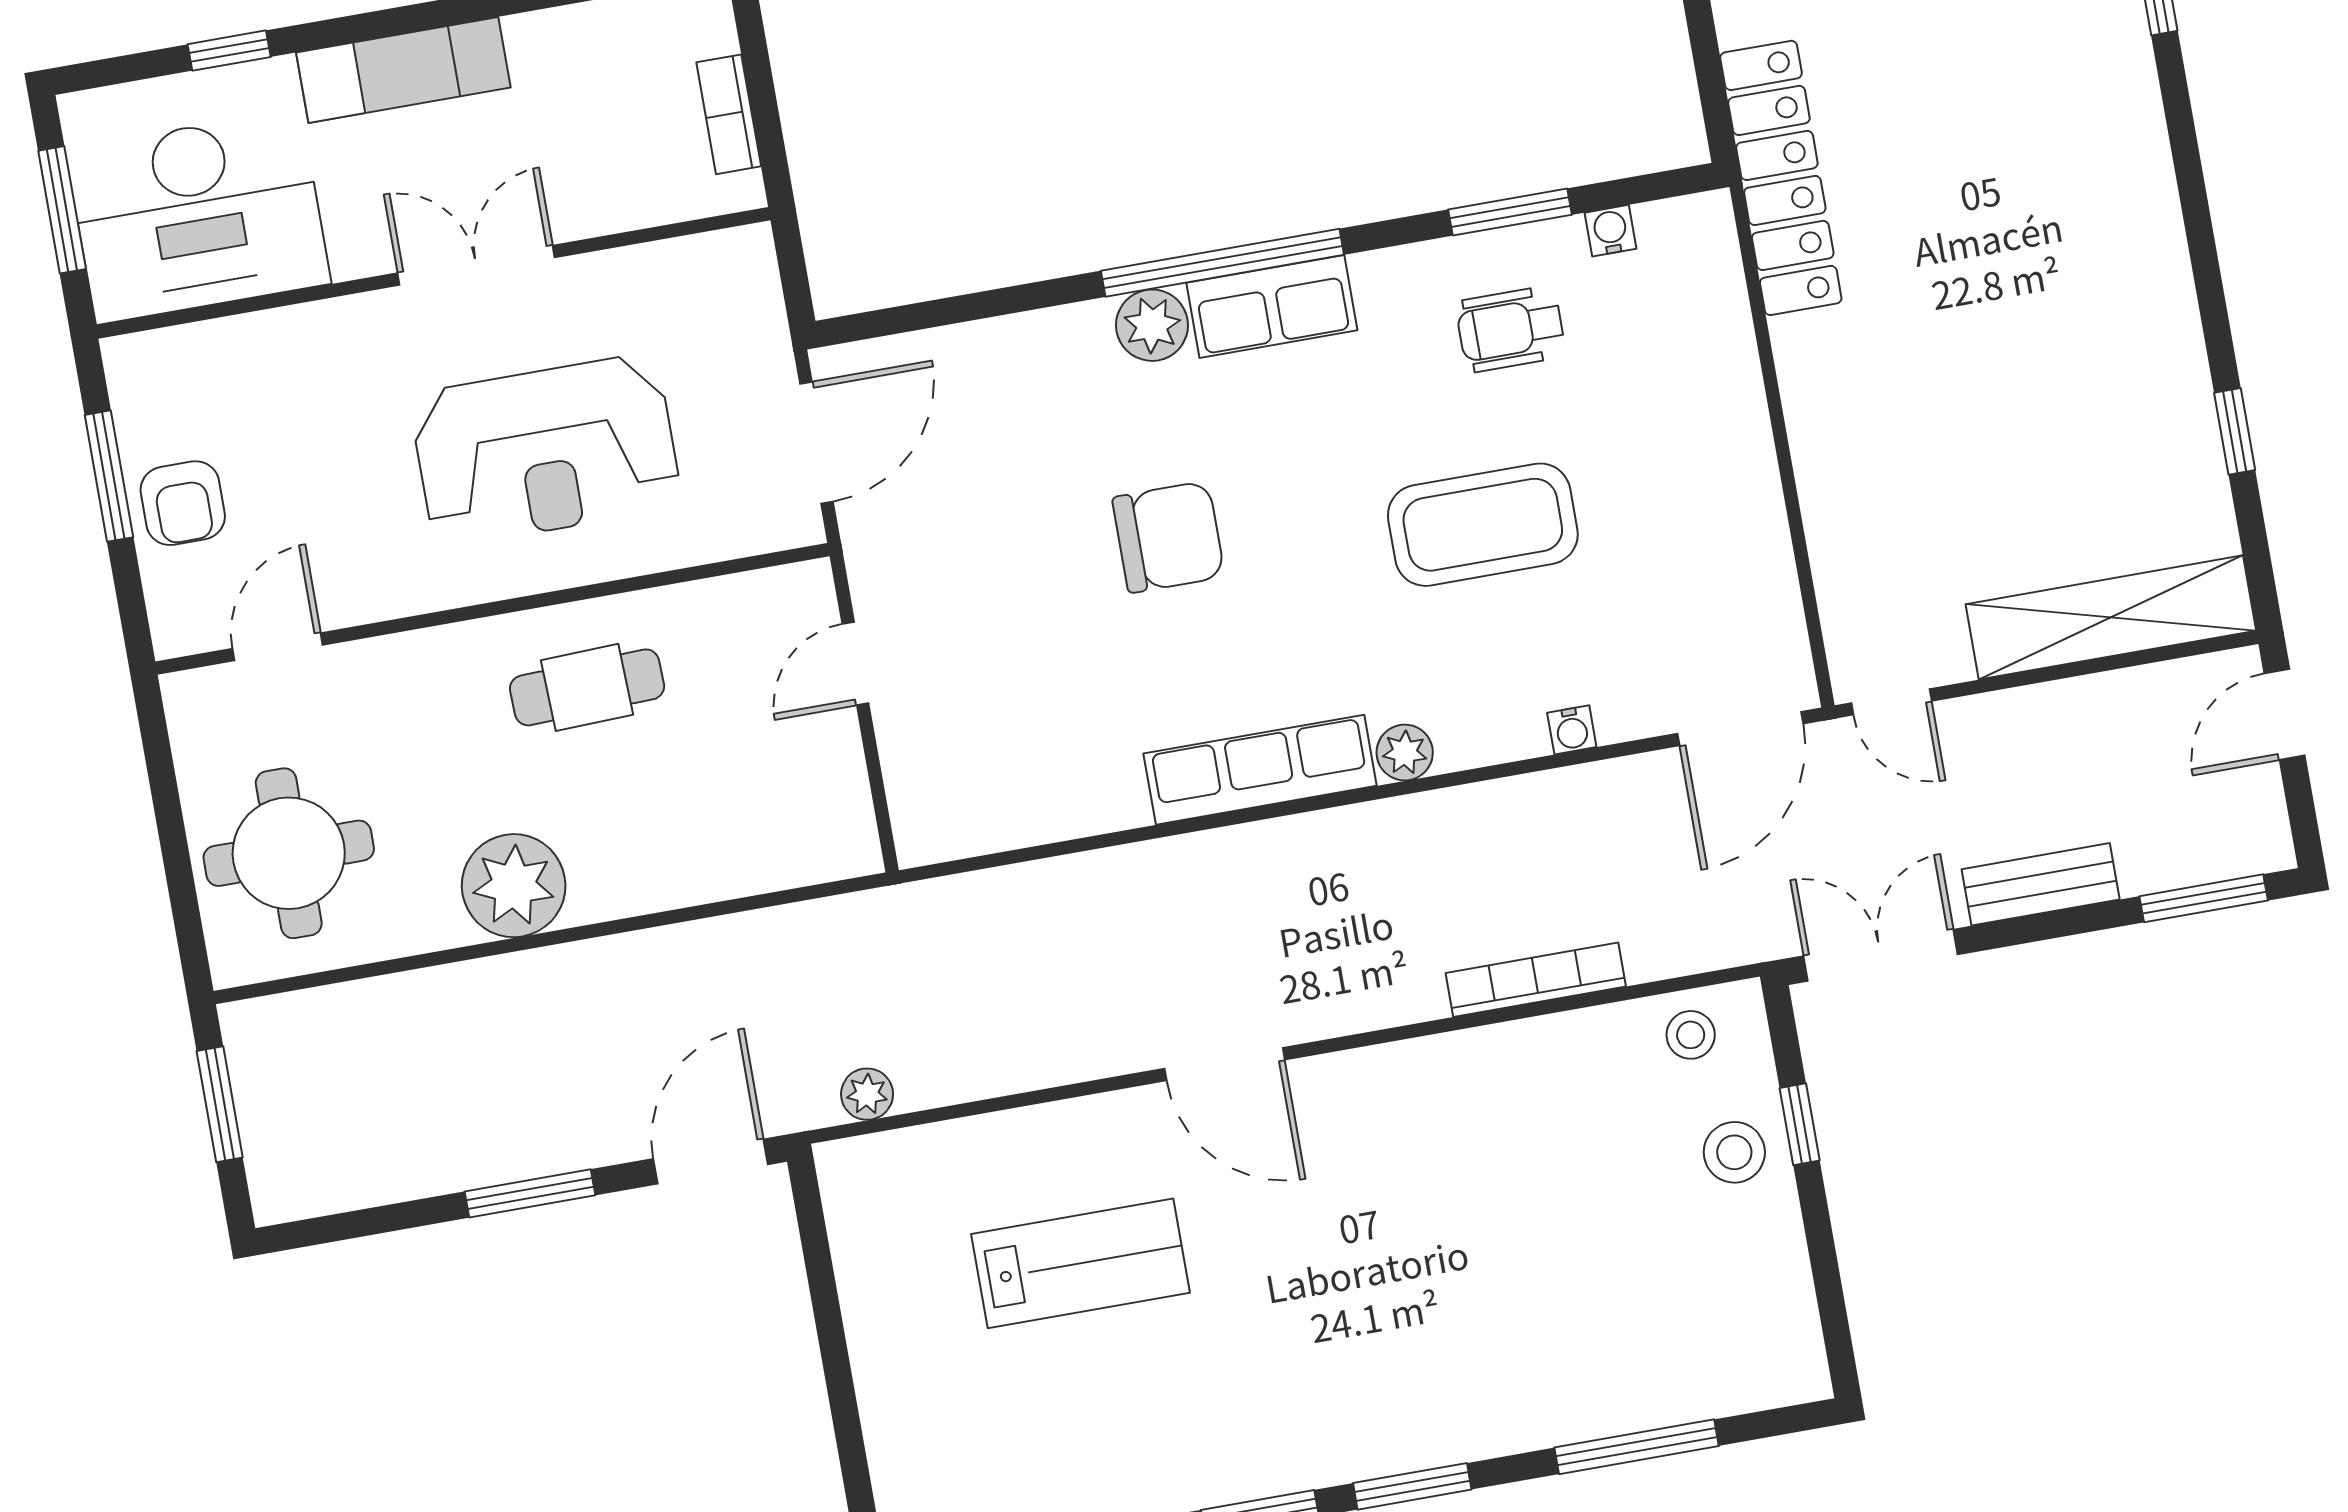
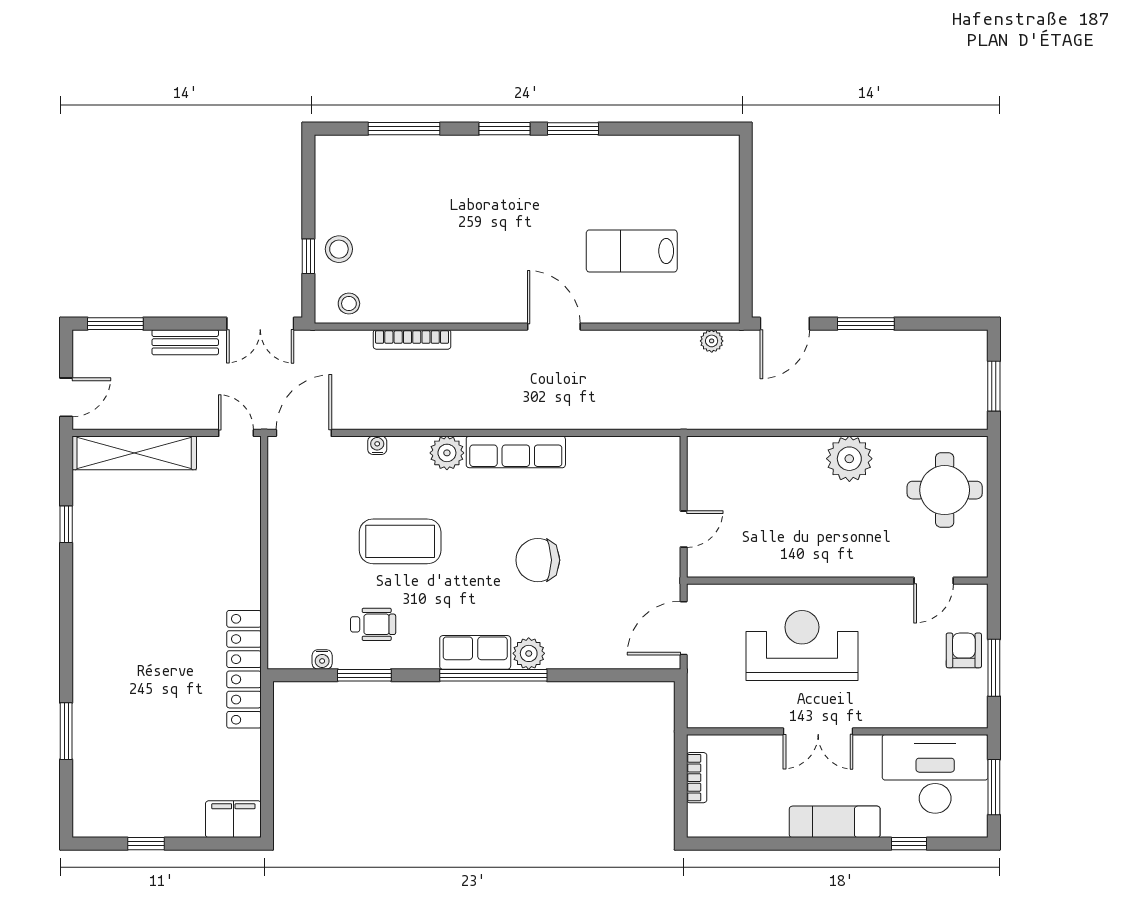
cafe table: (587, 687) -> (802, 539), removed
plant: (1405, 753) -> (447, 453), width x1.38, depth x1.38

